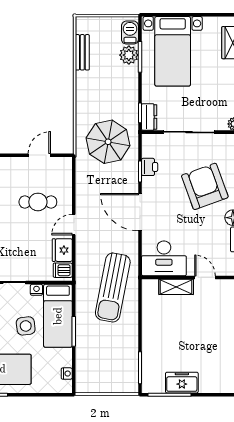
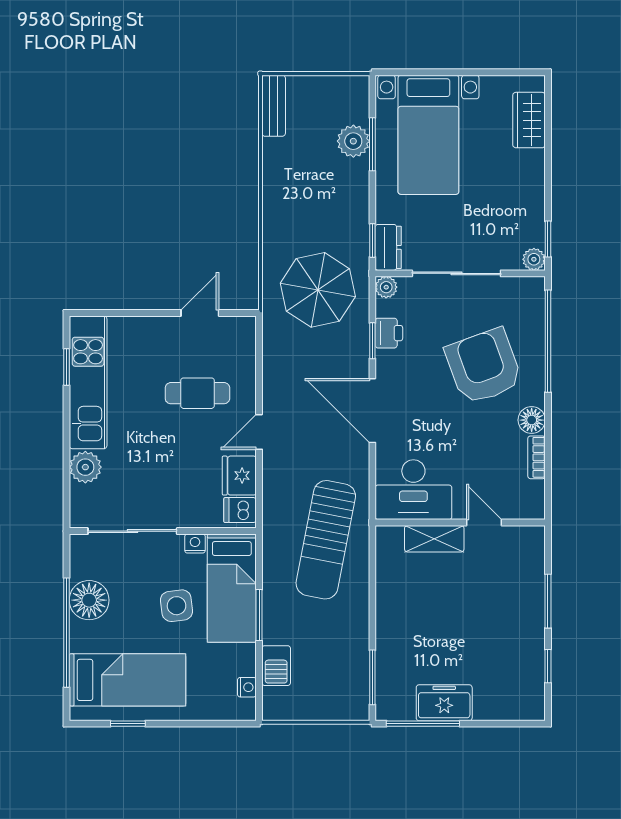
barbecue: (130, 33) -> (276, 666), moved, turned 180
bench: (82, 52) -> (274, 106), moved
plant: (148, 140) -> (386, 287), added

